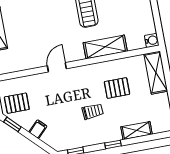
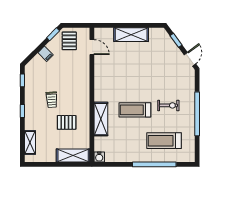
door: (57, 67) -> (92, 47), moved
pallet: (117, 88) -> (67, 122), turned 90
shelving: (137, 131) -> (30, 143), moved

